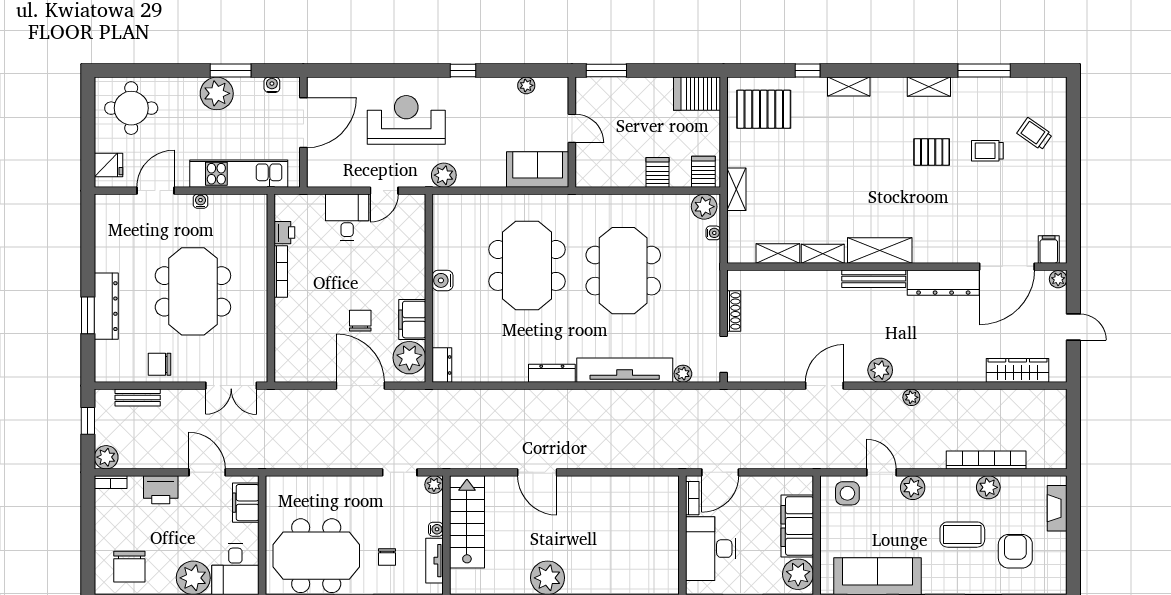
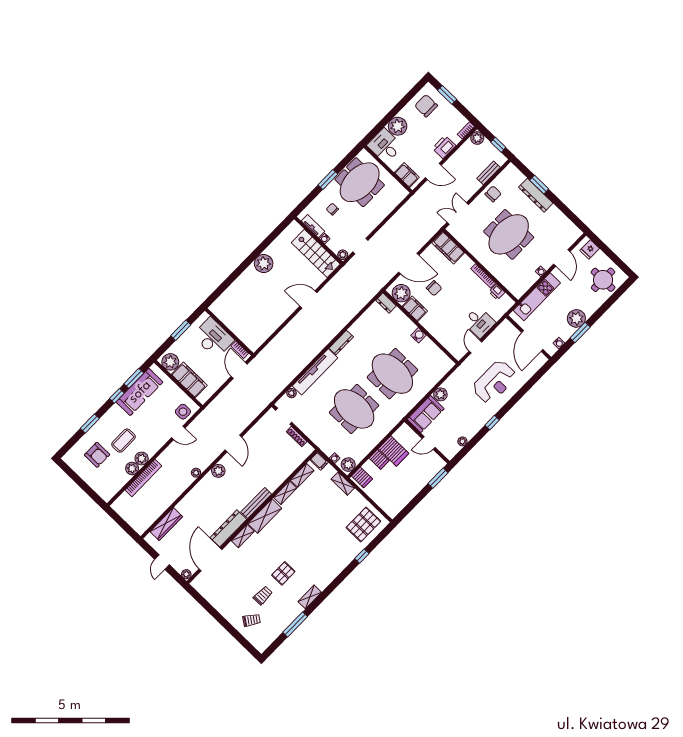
shelving: (849, 87) -> (243, 536), moved
server rack: (697, 94) -> (394, 451), moved, turned 90
plant: (444, 175) -> (440, 394), moved
filing cabinet: (1049, 250) -> (319, 461), moved
meeting table: (193, 291) -> (509, 234), turned 90
door: (1073, 327) -> (162, 562), hinge flipped
filing cabinet: (289, 354) -> (448, 248), added
plant: (913, 488) -> (142, 458), moved
fireplace: (1057, 508) -> (98, 487), removed
window: (88, 553) -> (447, 95), added

